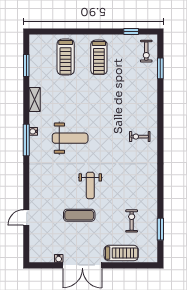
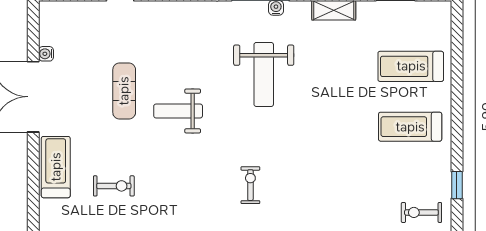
exercise bike: (140, 137) -> (250, 185), moved
treadmill: (121, 253) -> (56, 167), turned 180

